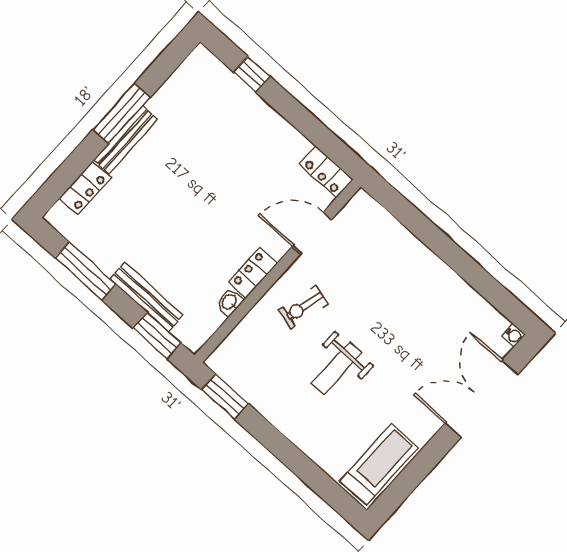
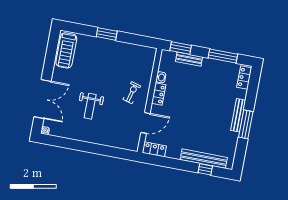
bench: (242, 96) -> (204, 159), added
locker: (85, 188) -> (244, 77), moved
bench: (146, 297) -> (189, 59), width x0.73
weight bench: (337, 368) -> (90, 106), moved, turned 180
window: (225, 397) -> (107, 34), moved

